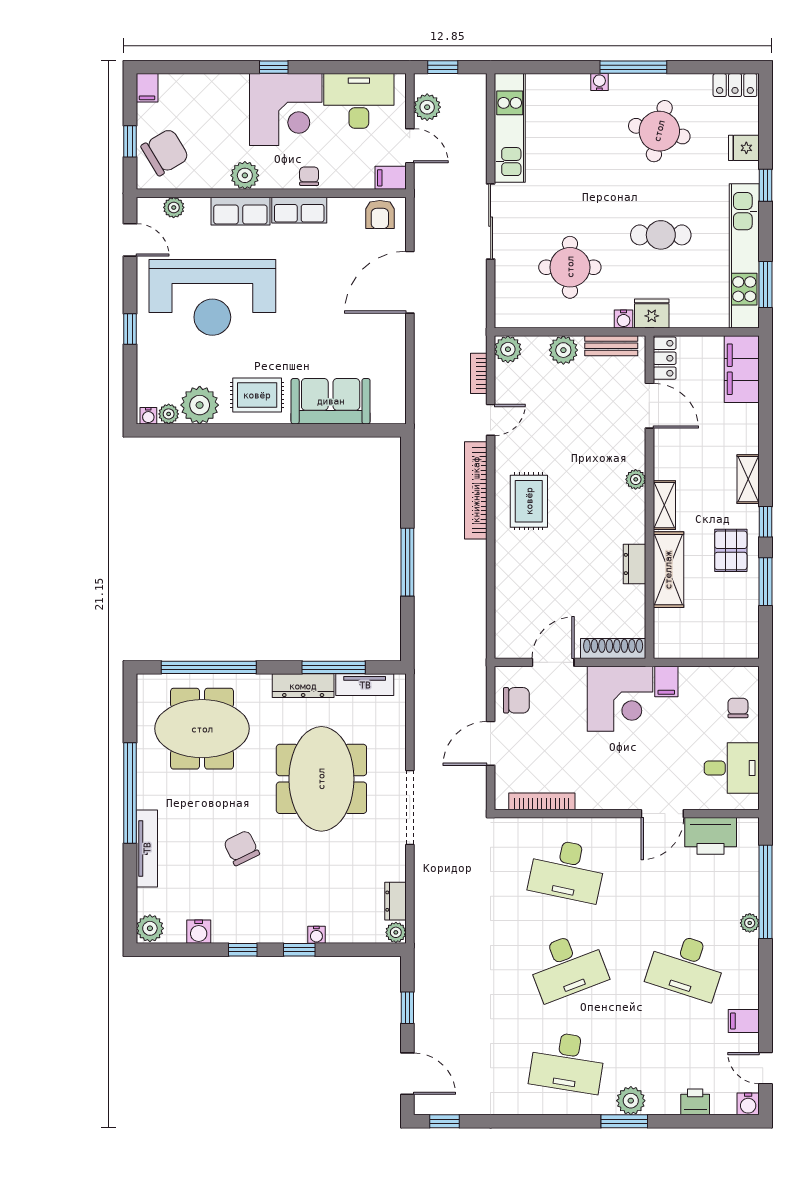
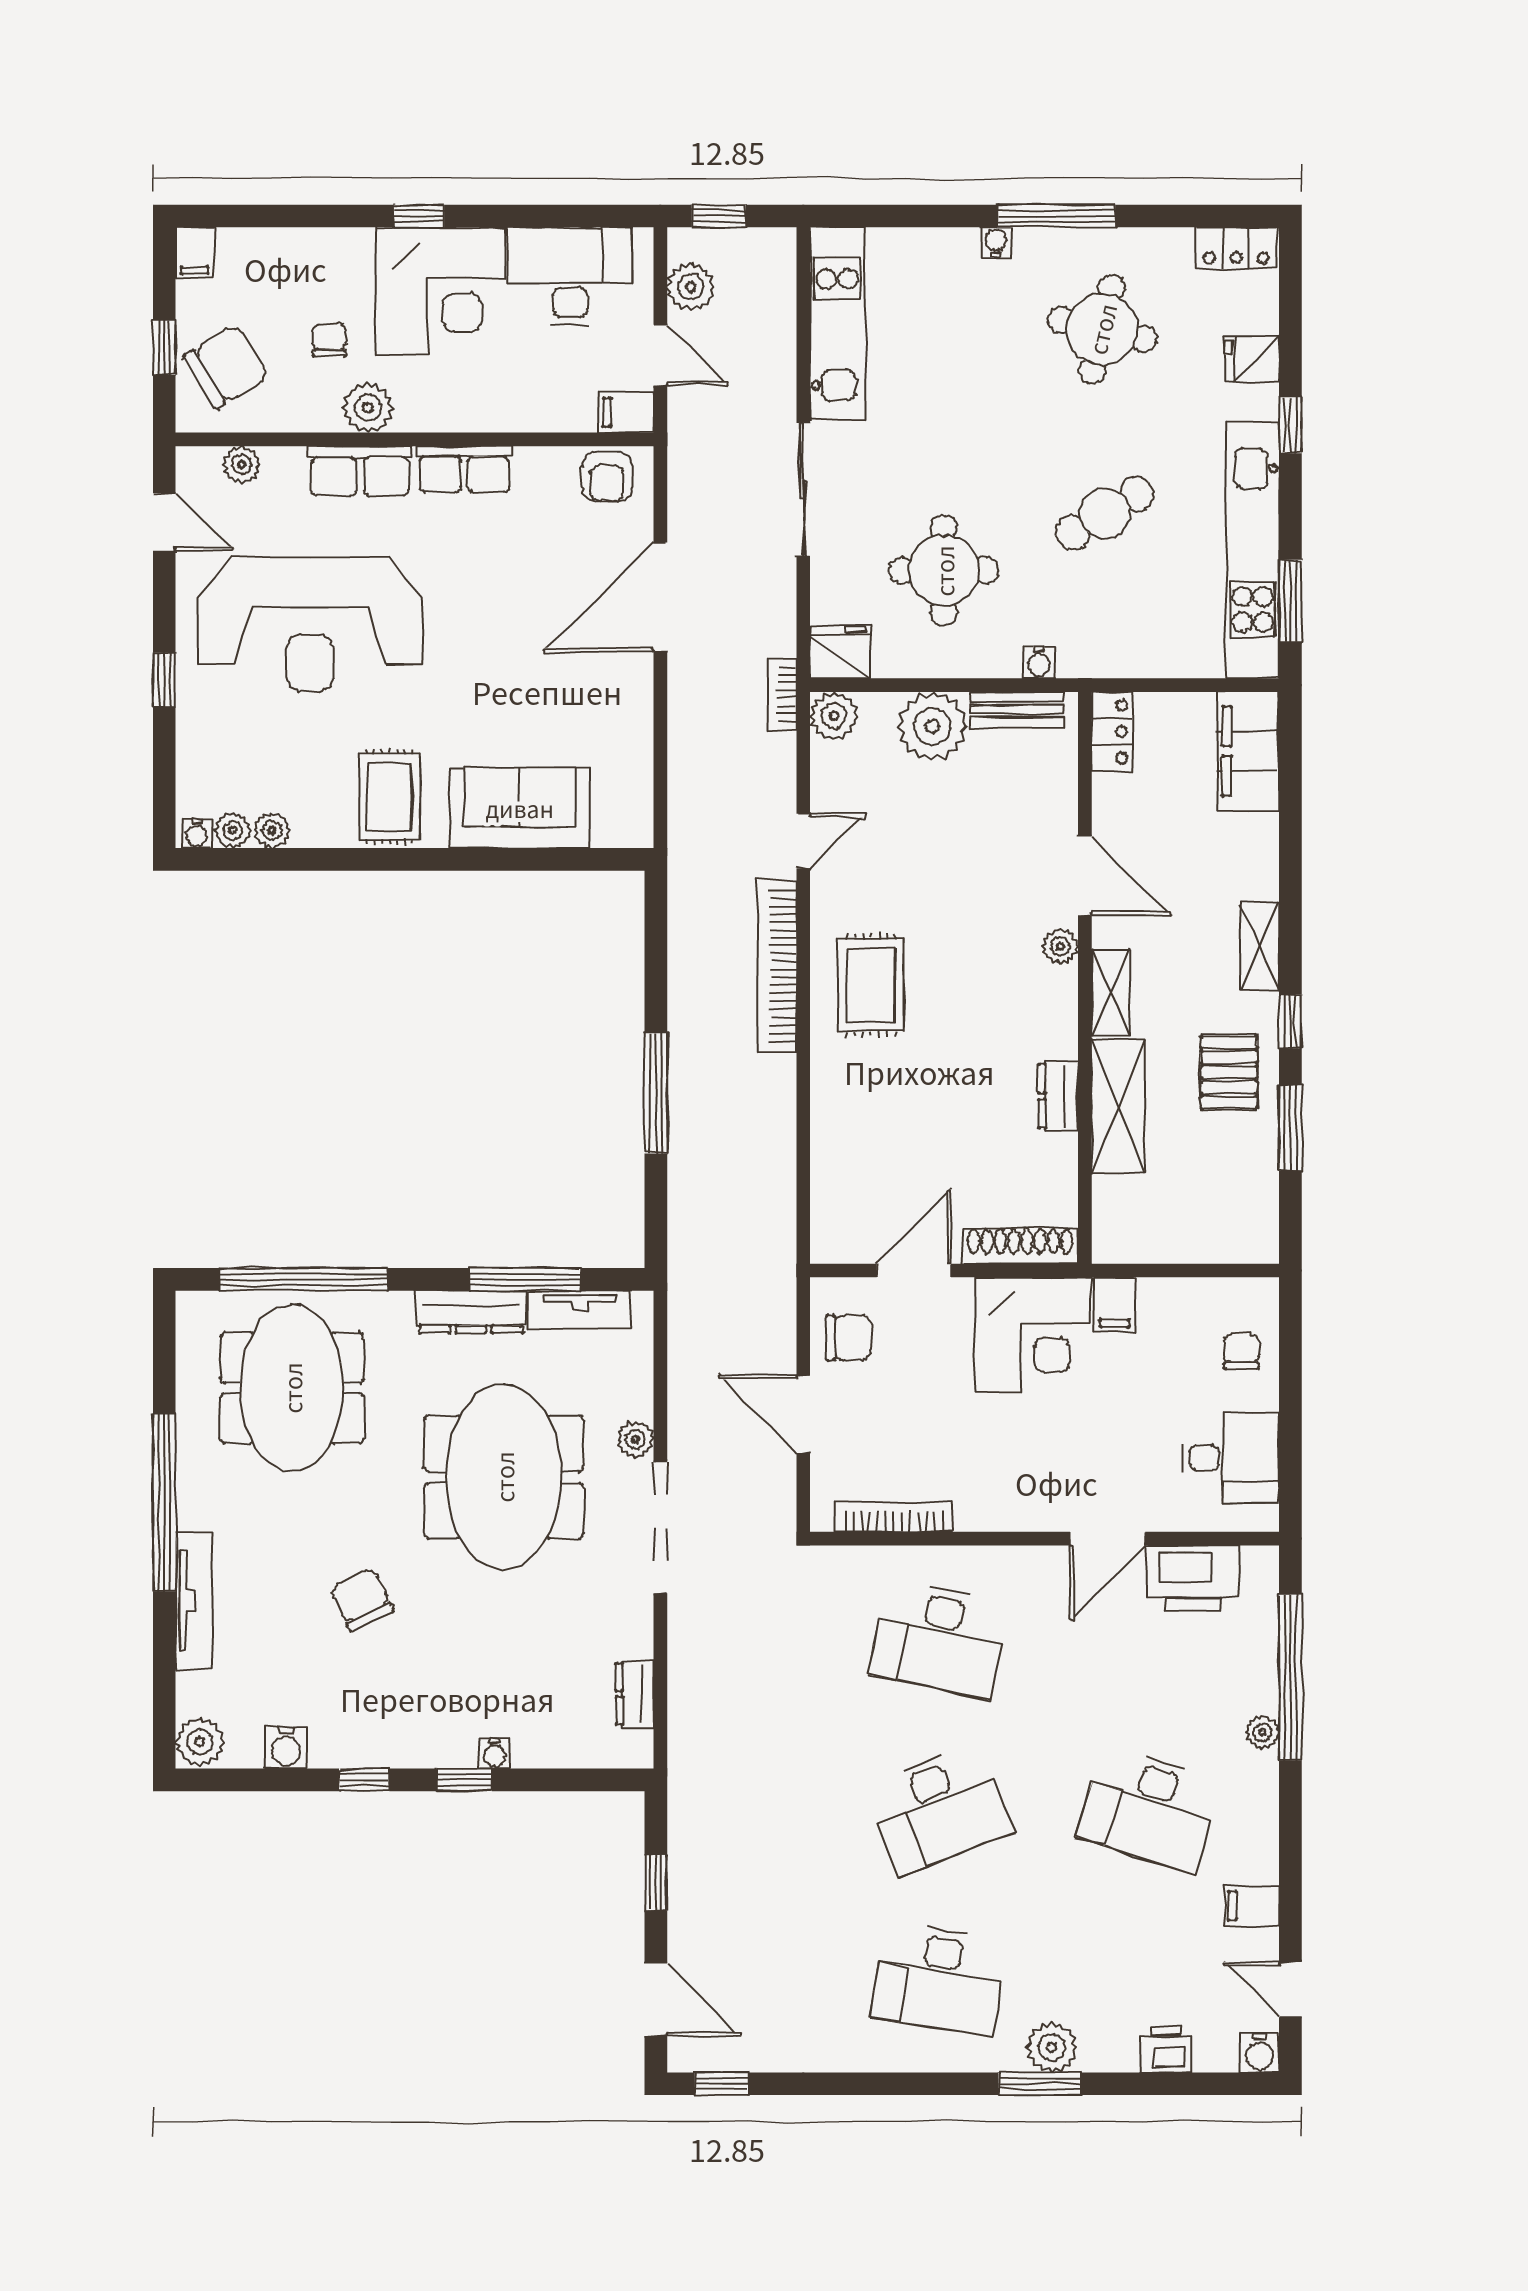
chair: (309, 176) -> (329, 340), moved
cafe table: (661, 235) -> (1105, 513), turned -31
fridge: (652, 314) -> (840, 652), moved
plant: (563, 350) -> (932, 727), width x1.36, depth x1.36
bookcase: (479, 373) -> (782, 694), moved
rug: (257, 395) -> (389, 797), turned 90
plant: (200, 405) -> (272, 830), width x0.53, depth x0.53
door: (649, 406) -> (1085, 876), moved
meeting table: (202, 729) -> (292, 1388), turned 90
door: (491, 743) -> (803, 1414), hinge flipped
plant: (396, 932) -> (635, 1439), moved

